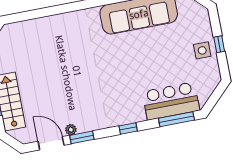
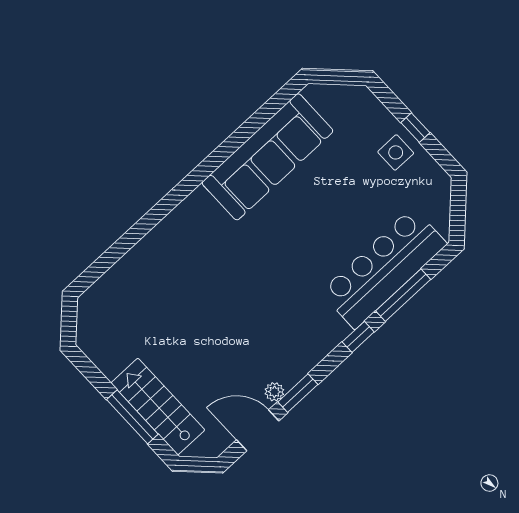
bar counter: (171, 101) -> (384, 268), width x1.36
window: (176, 119) -> (403, 295), moved

